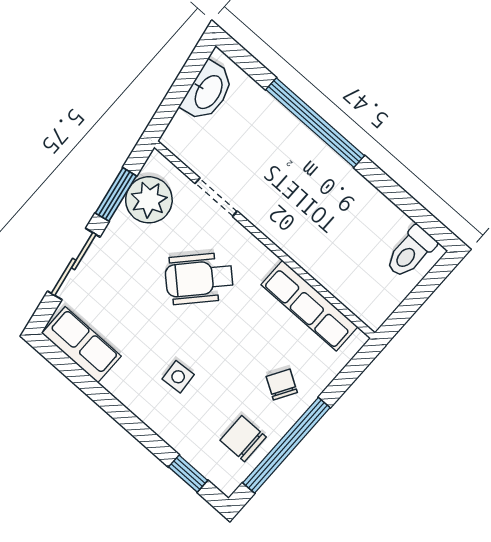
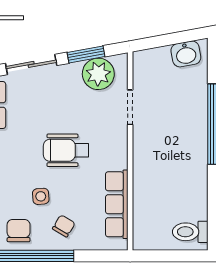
washbasin: (208, 92) -> (186, 54), width x0.72
wheelchair: (199, 278) -> (66, 150), moved, turned -43
side table: (178, 377) -> (41, 196), moved

